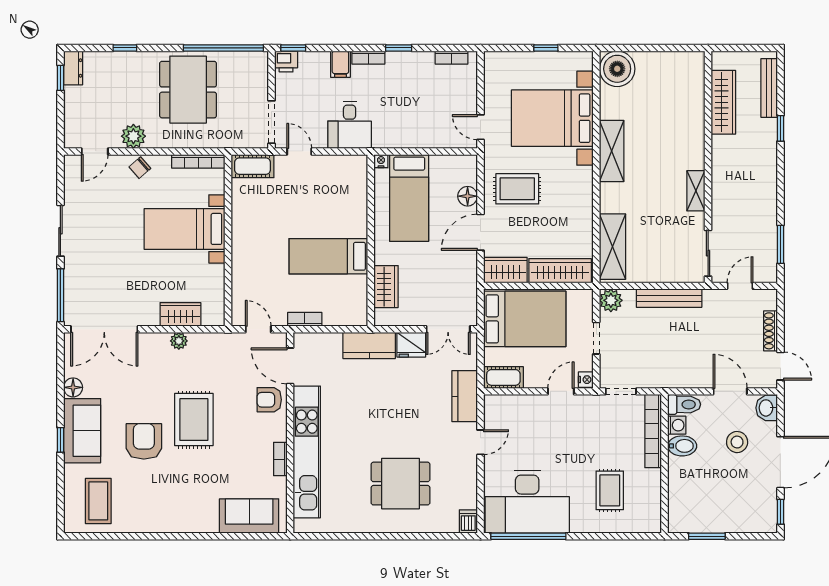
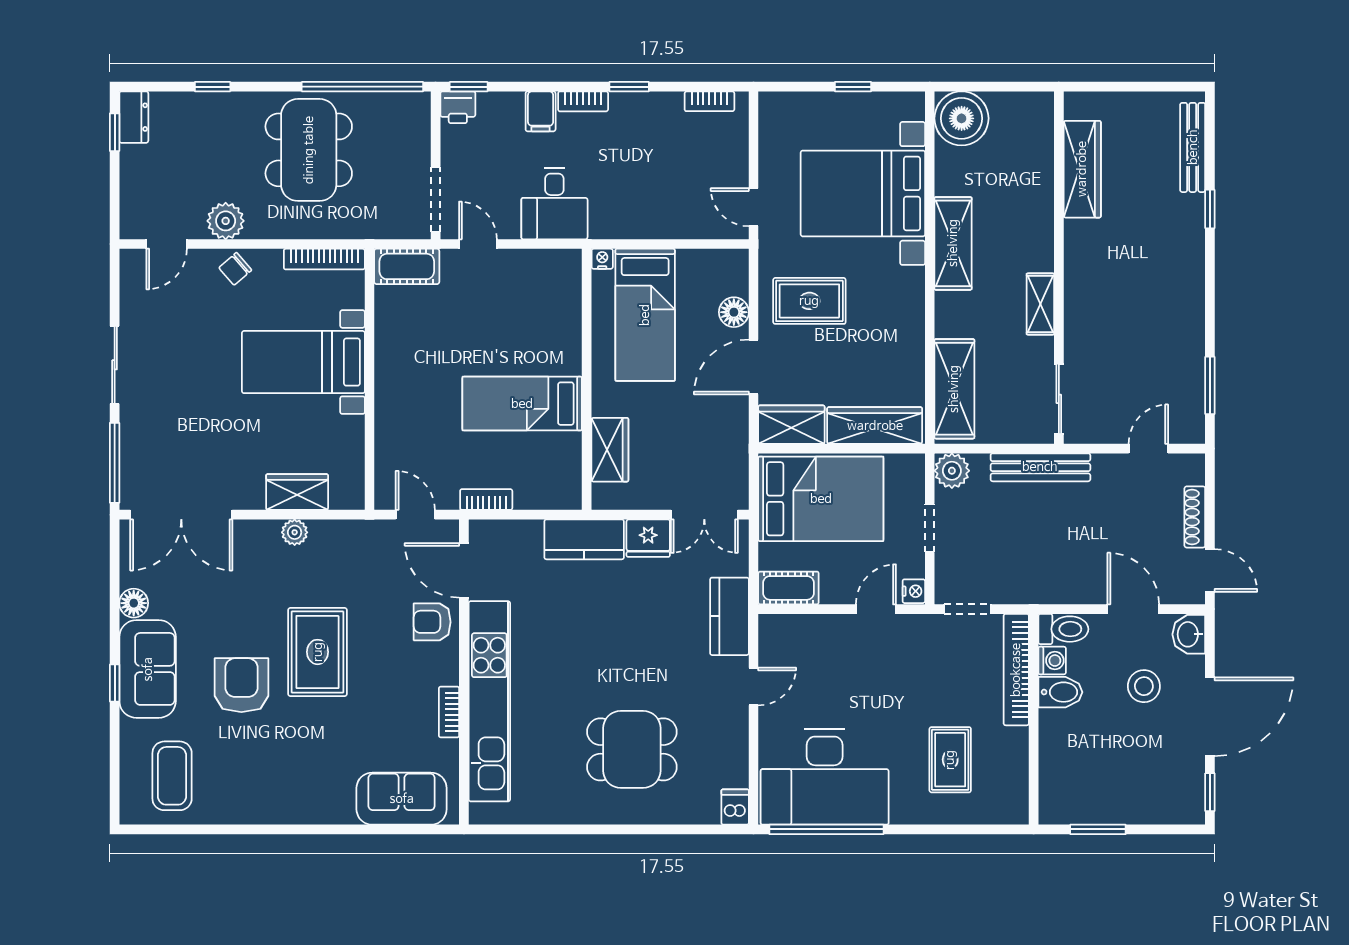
wardrobe: (723, 102) -> (1082, 169), moved
wall: (708, 167) -> (1059, 268), moved
shelving: (696, 191) -> (1040, 304), moved
sliding door: (708, 253) -> (1059, 399), moved

